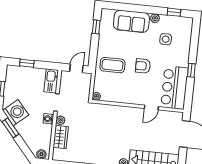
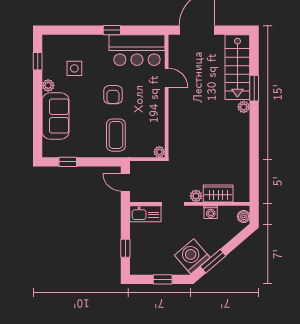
washing machine: (48, 119) -> (211, 212), moved

